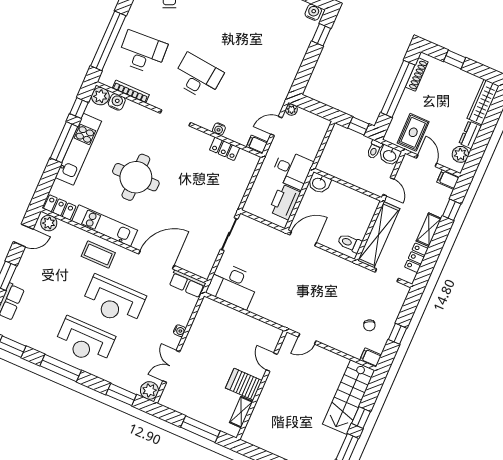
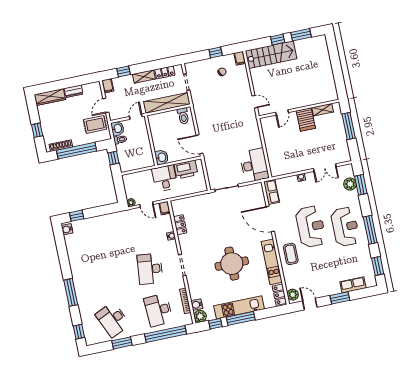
plant: (460, 154) -> (89, 89), removed
plant: (149, 390) -> (350, 184), moved

